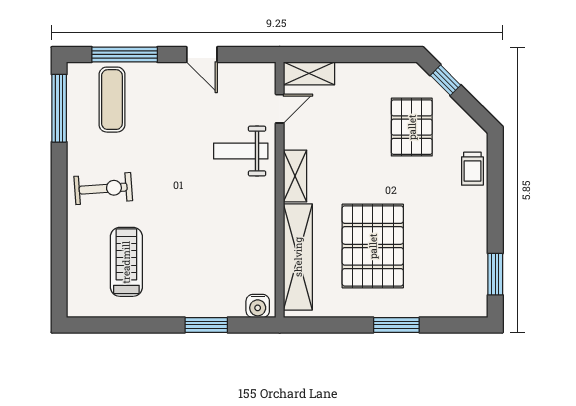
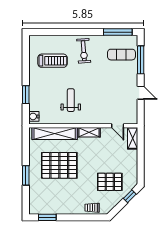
door: (202, 54) -> (141, 93), swing flipped
weight bench: (241, 151) -> (71, 100), moved

